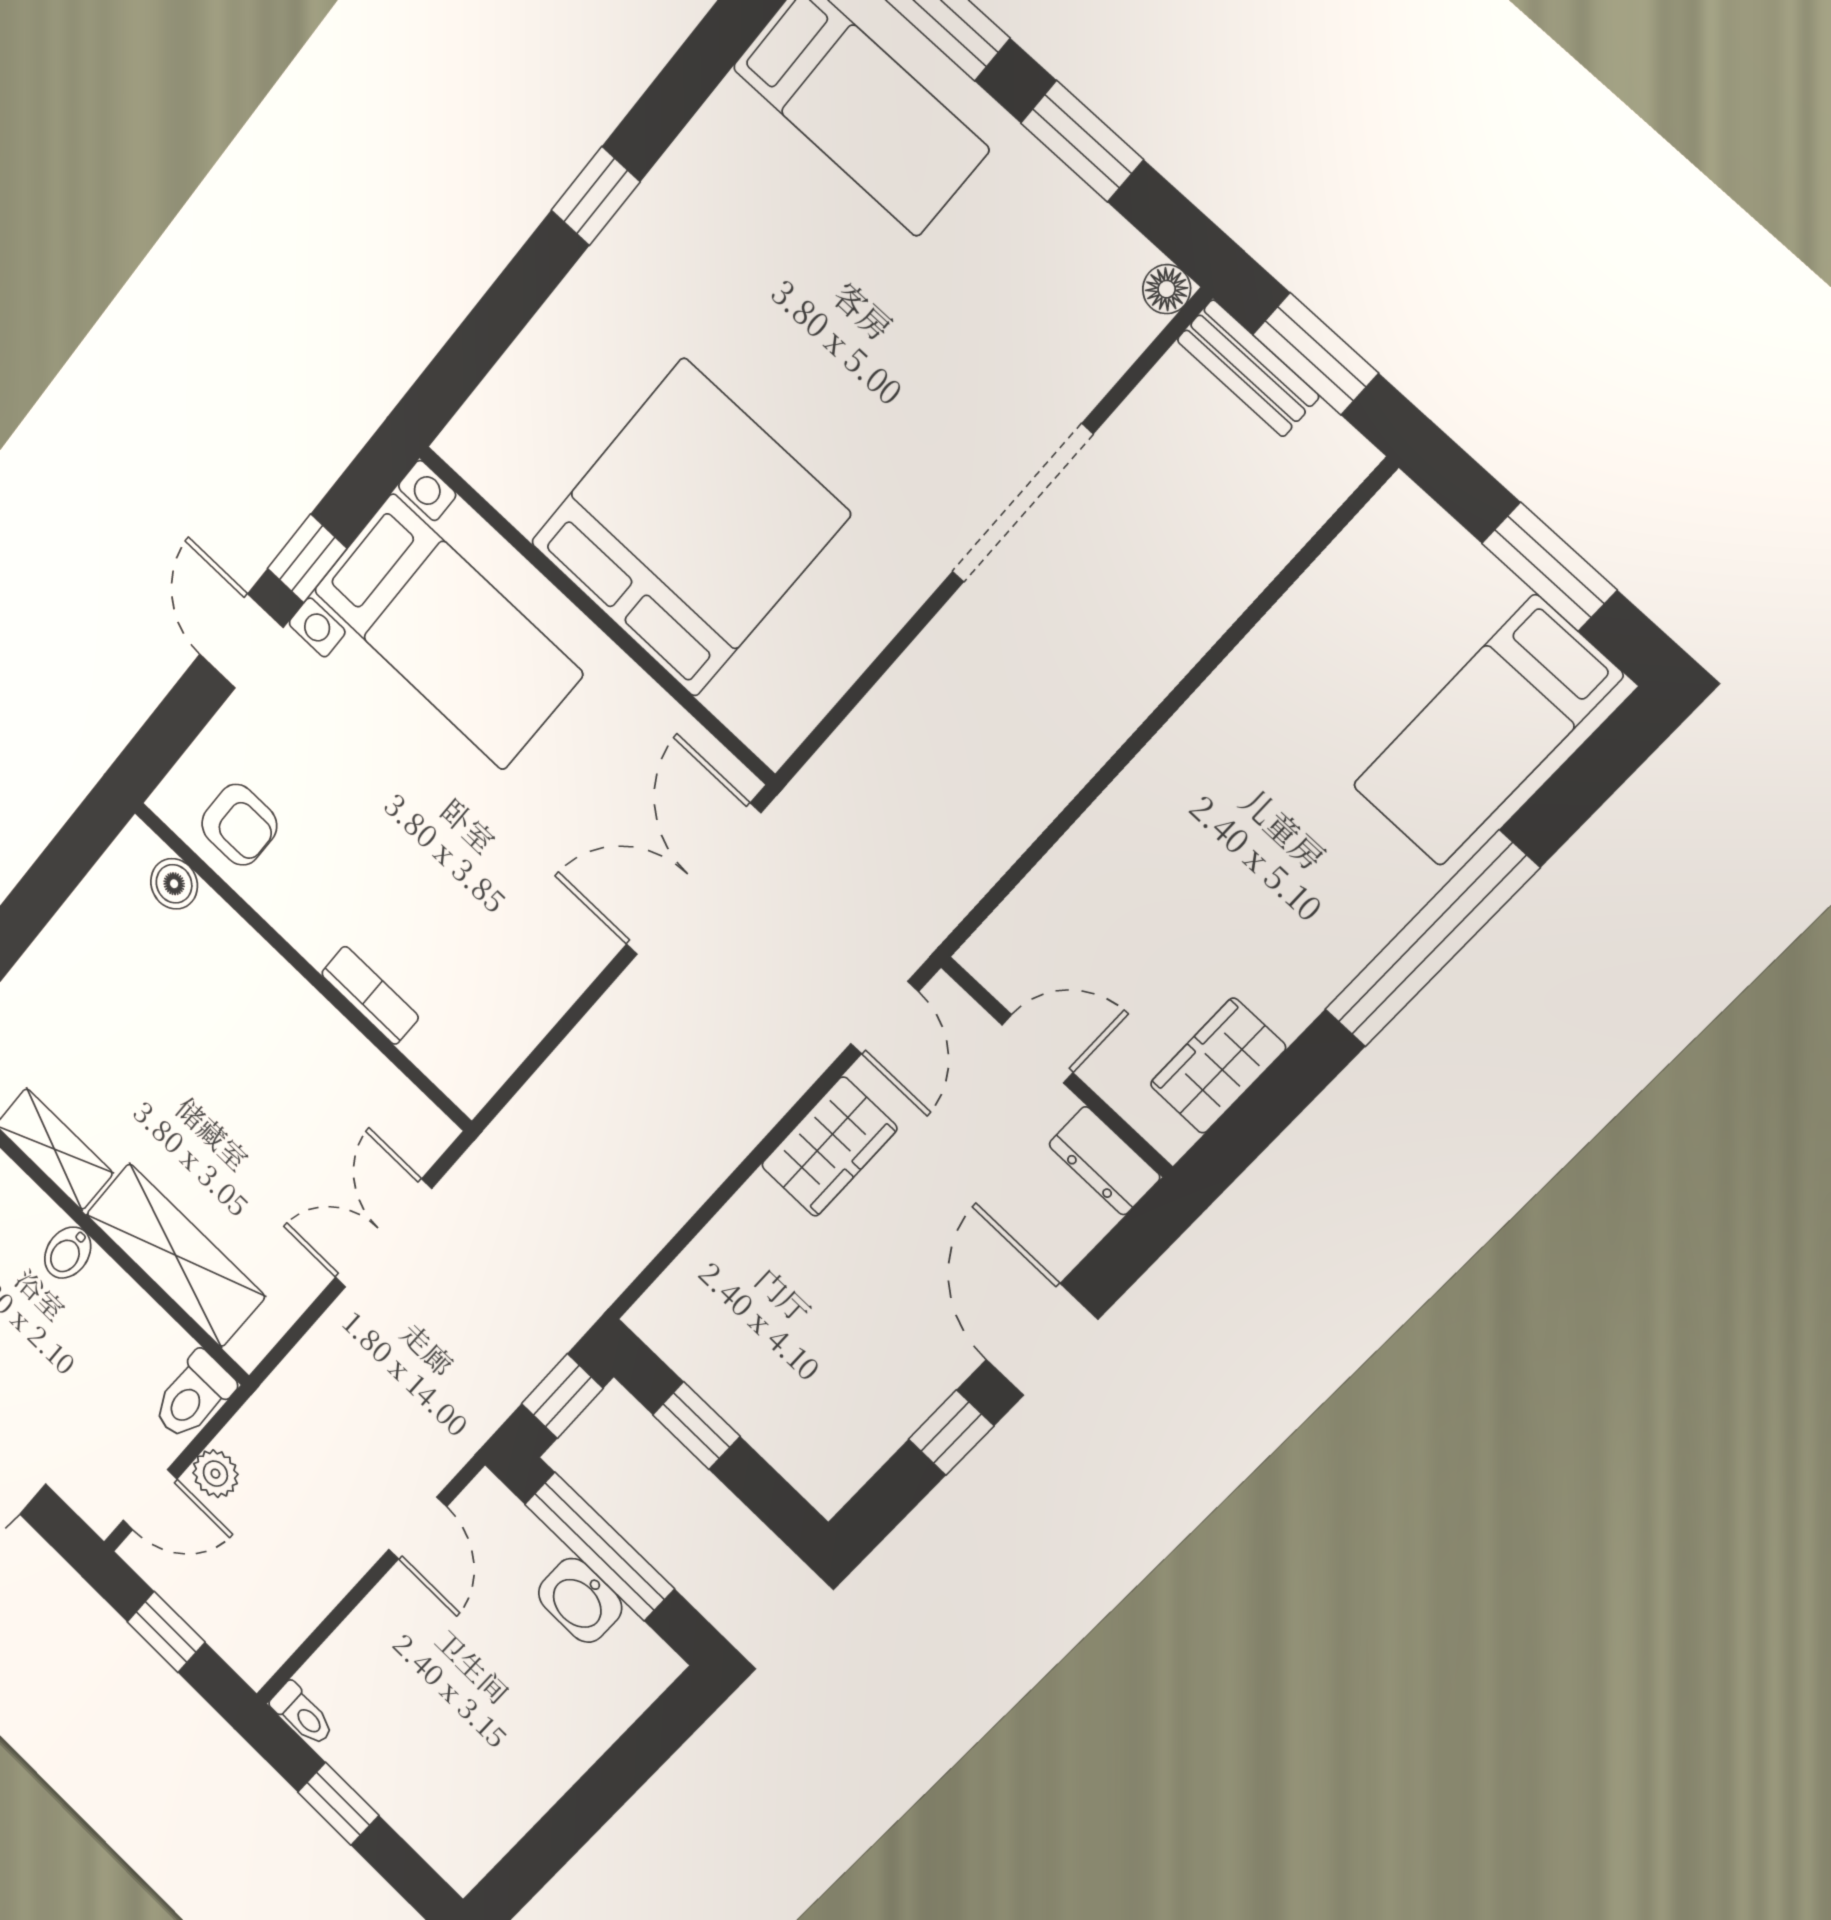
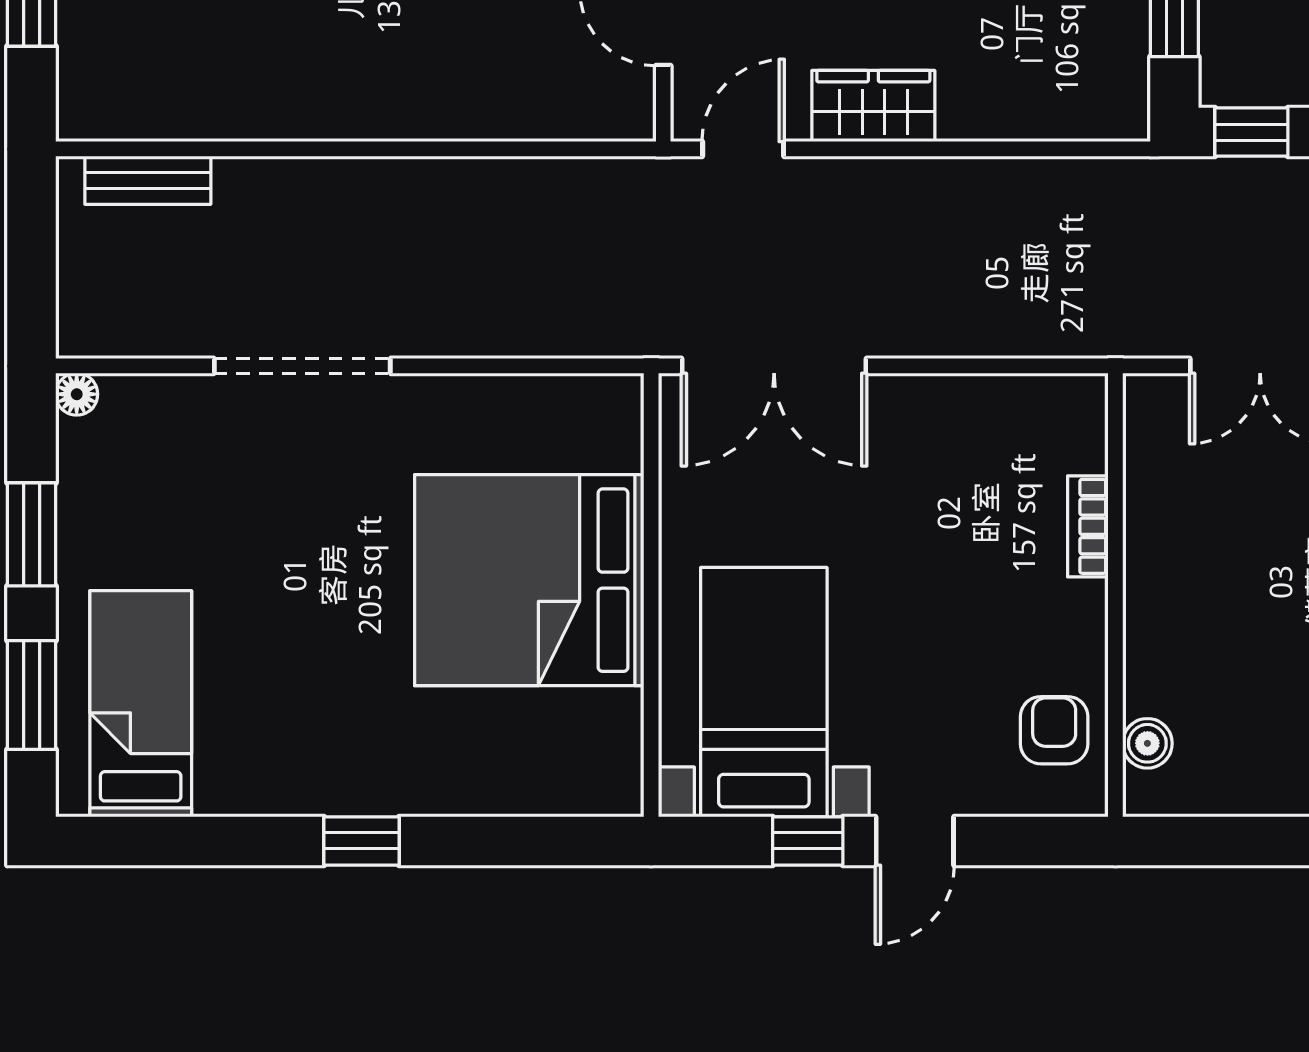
window: (1316, 354) -> (32, 260), removed
bench: (1248, 368) -> (148, 180), moved, turned 90

